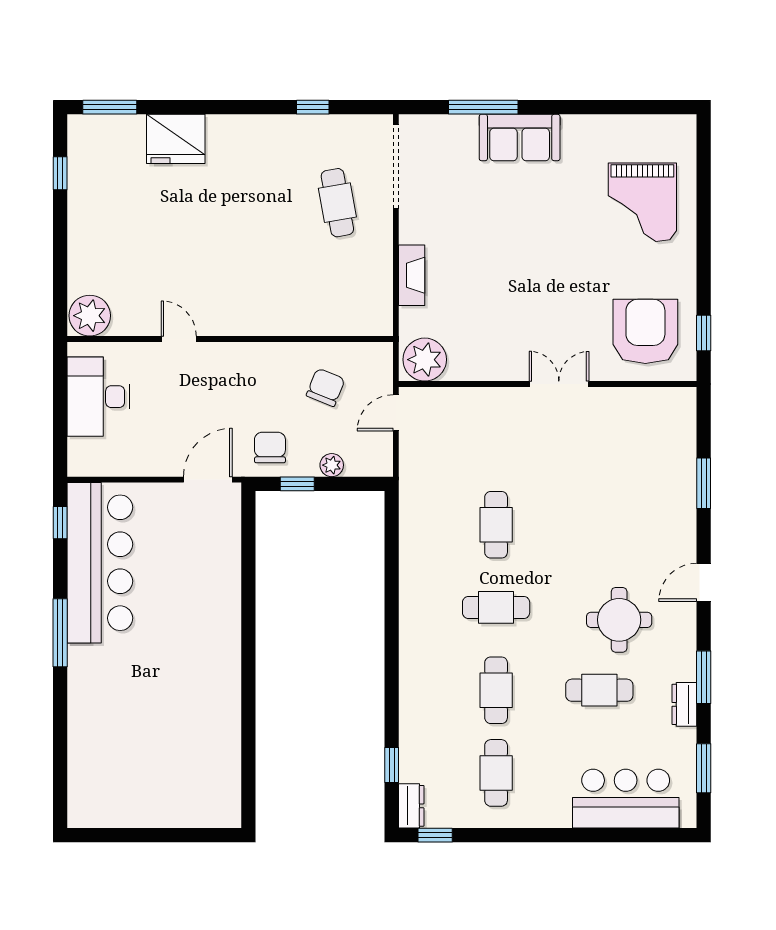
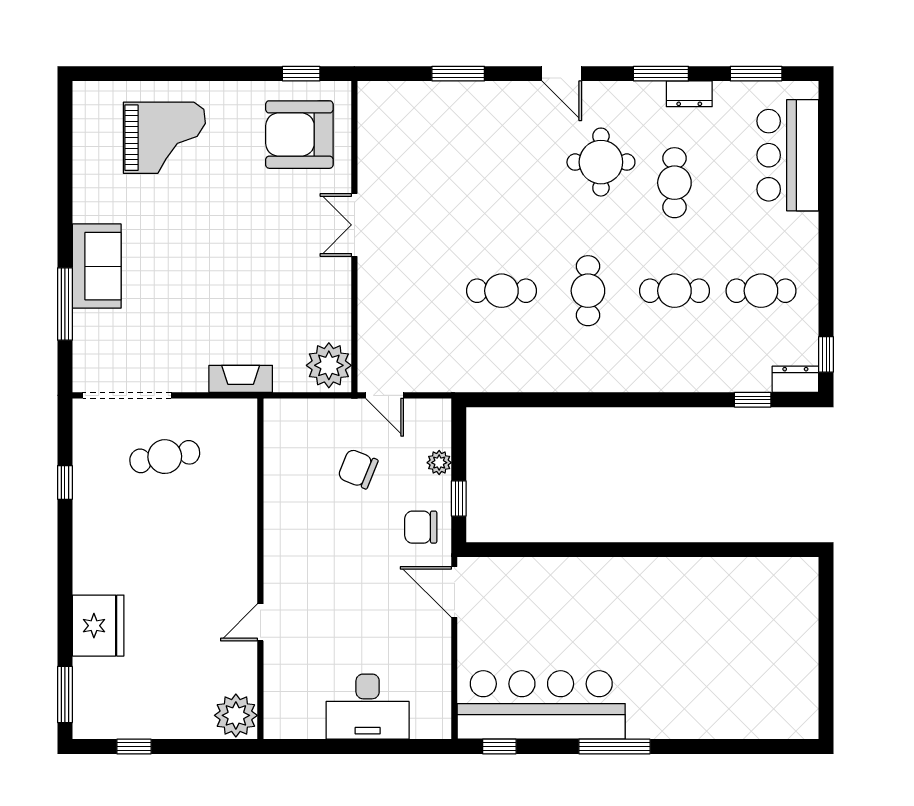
plant: (90, 316) -> (236, 715), moved
door: (179, 339) -> (260, 622), moved
wall: (230, 339) -> (260, 569), moved

